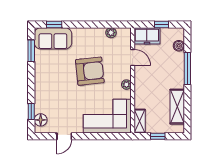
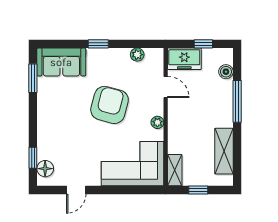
window: (54, 24) -> (98, 44), moved
armchair: (90, 71) -> (110, 105), turned -69

